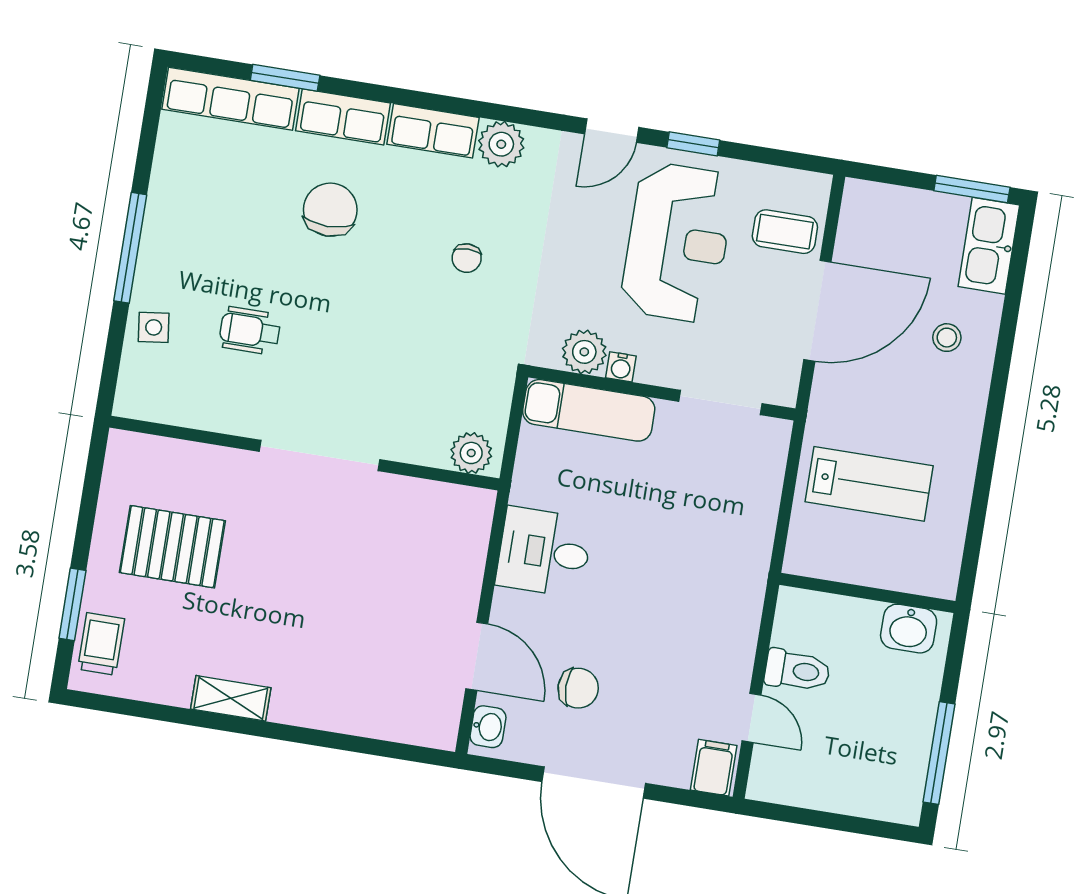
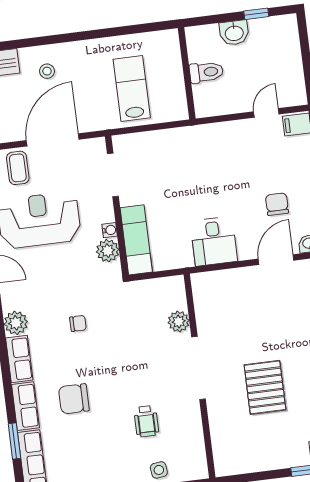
door: (817, 311) -> (53, 140), hinge flipped
plant: (471, 453) -> (179, 322), moved
pallet: (172, 547) -> (265, 387), moved
washbasin: (909, 629) -> (234, 33), moved, turned 90
toilet: (797, 671) -> (206, 72), moved, turned 90
window: (939, 753) -> (256, 14), width x0.46

